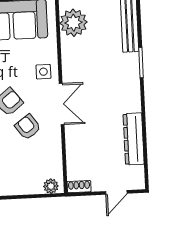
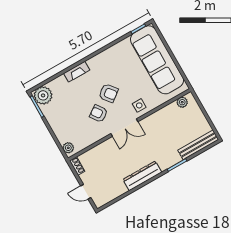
plant: (73, 23) -> (182, 102), width x0.53, depth x0.53
armchair: (28, 127) -> (99, 114), turned -89
dresser: (134, 139) -> (142, 176), moved

